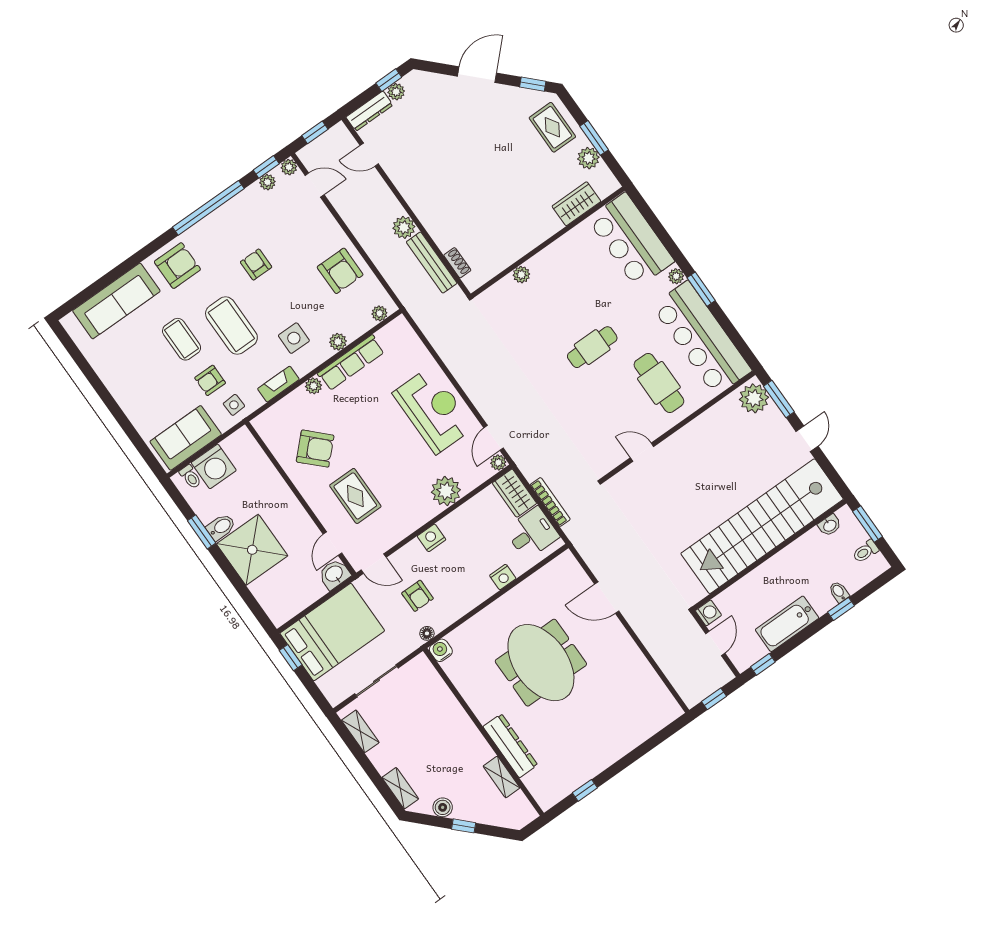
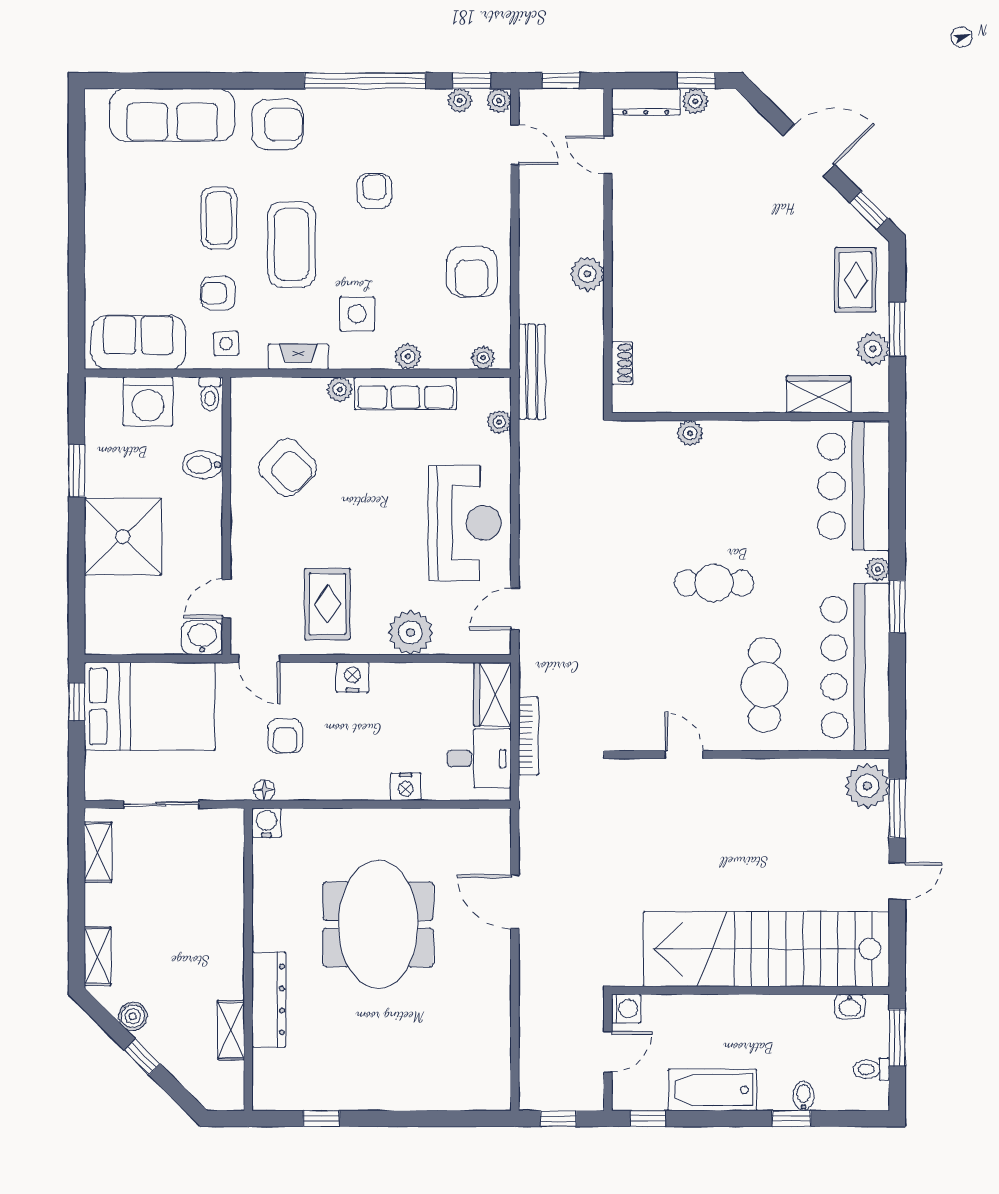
bench: (432, 263) -> (532, 372), moved
plant: (498, 463) -> (499, 422), moved
toilet: (190, 477) -> (210, 394), moved
rug: (355, 496) -> (328, 604), moved
bidet: (221, 527) -> (203, 465), moved, turned 180

